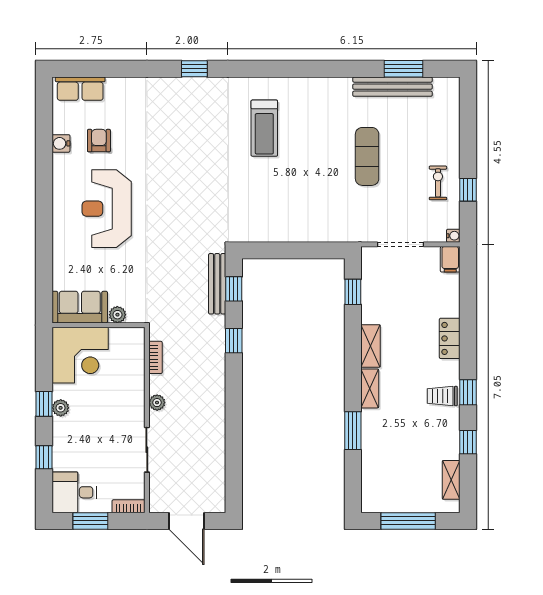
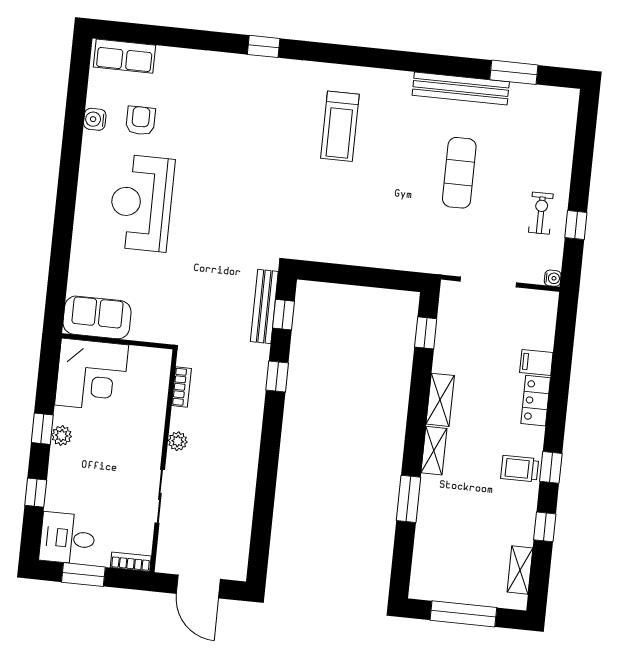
bench: (392, 87) -> (461, 88), moved
filing cabinet: (450, 259) -> (536, 363), moved, turned 90
plant: (117, 315) -> (141, 331), removed

